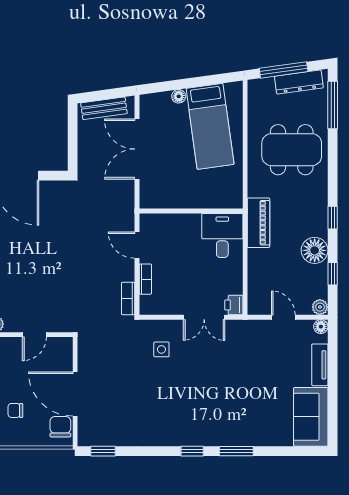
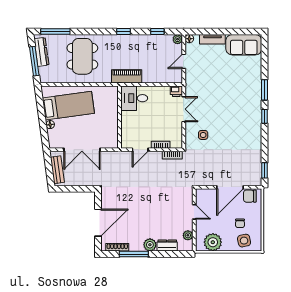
floor lamp: (315, 250) -> (143, 42), removed

